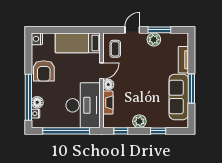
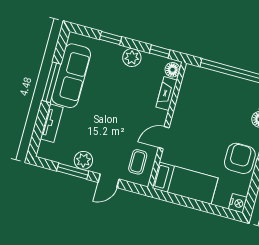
floor lamp: (108, 85) -> (173, 70), moved
desk: (83, 105) -> (200, 99), removed

